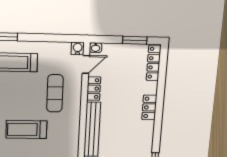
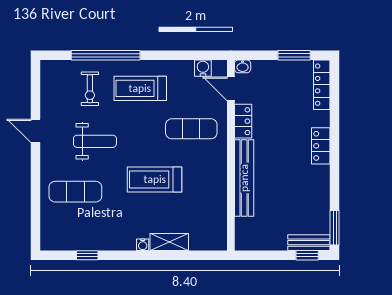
water cooler: (78, 48) -> (203, 68), moved
door: (86, 64) -> (231, 89), swing flipped
exercise mat: (55, 93) -> (191, 129), turned 90

